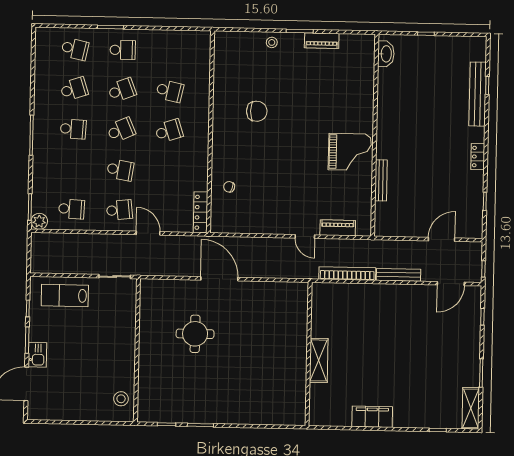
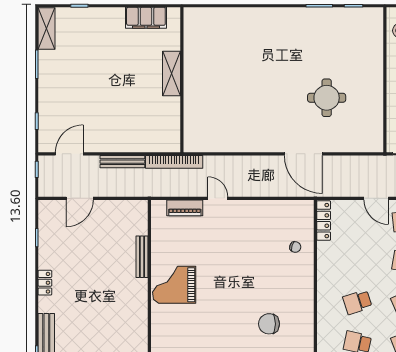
wall: (309, 354) -> (182, 80), moved
shelving: (319, 360) -> (172, 73), moved

